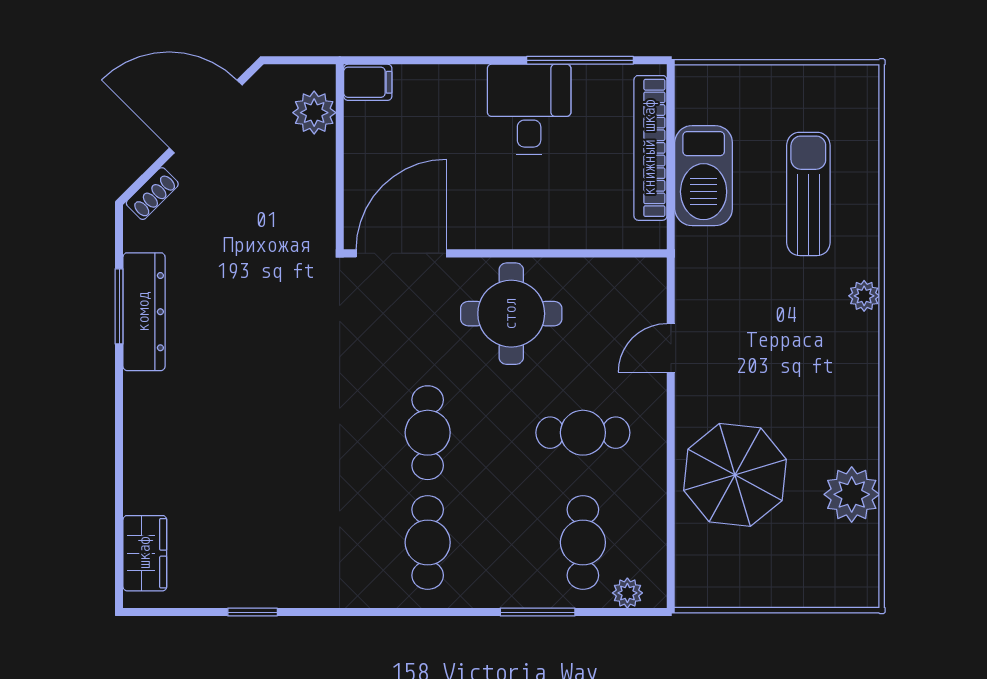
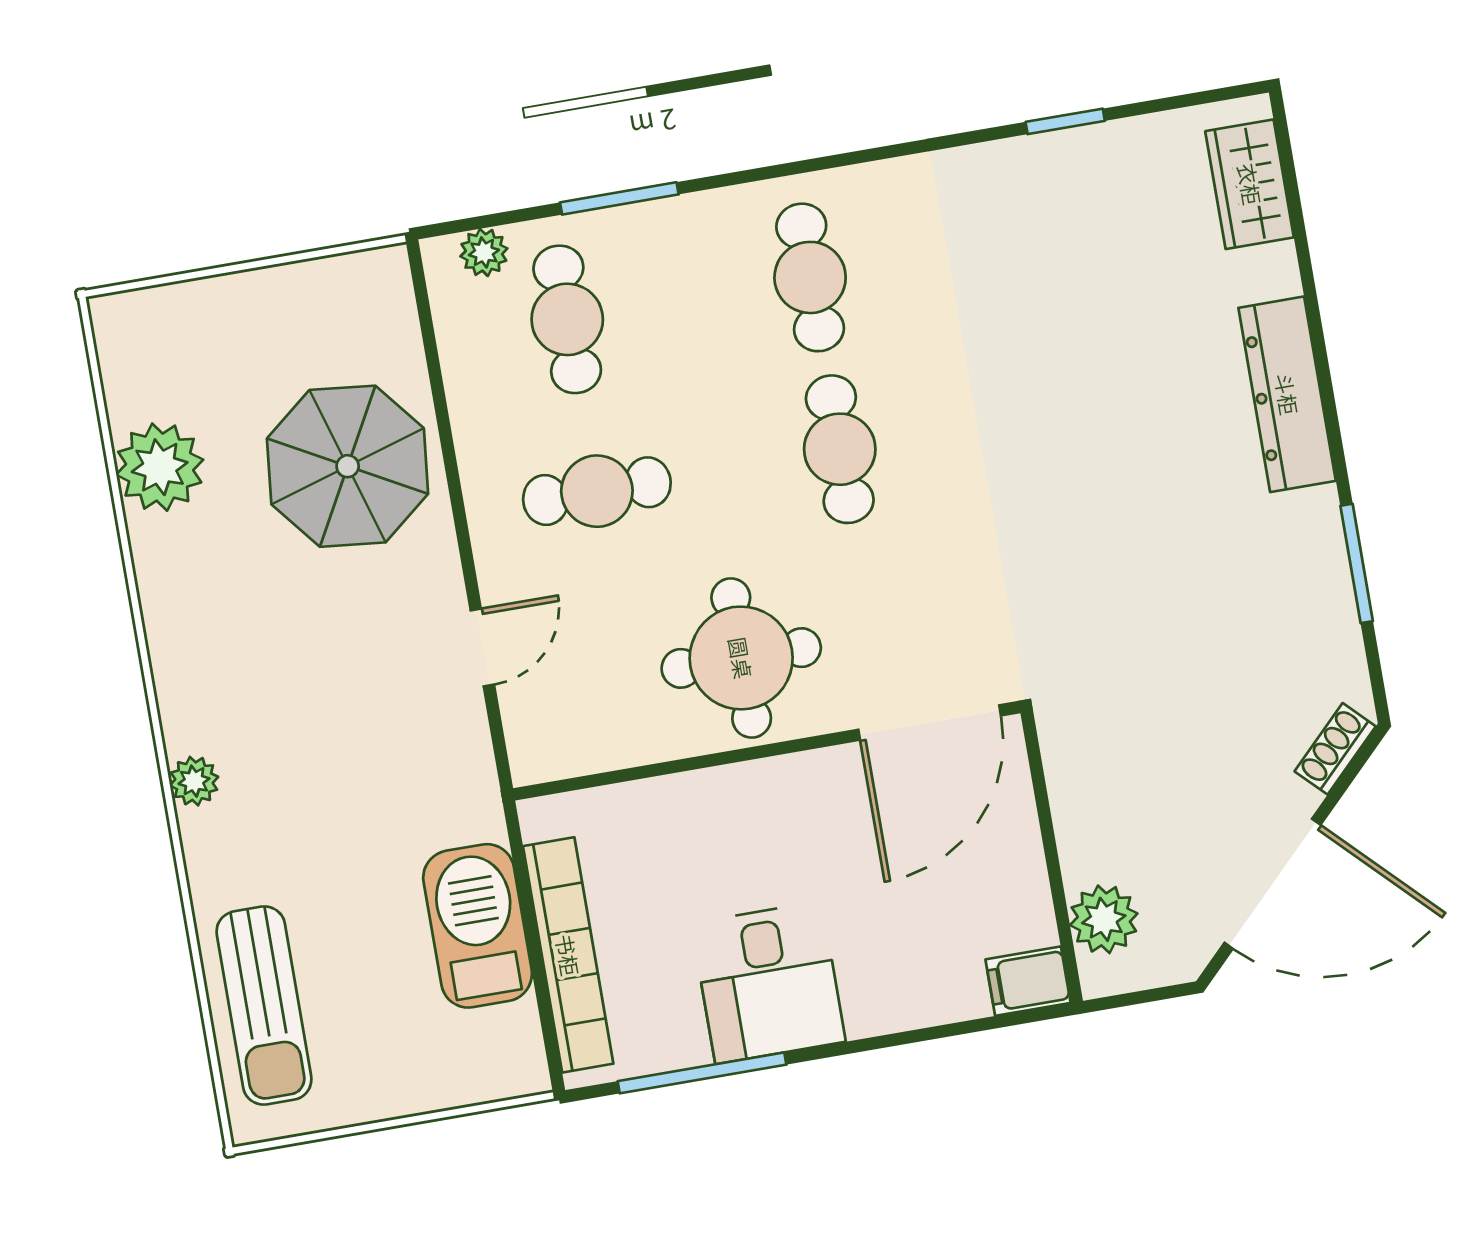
sun lounger: (808, 194) -> (264, 1006), moved
dresser: (144, 312) -> (1287, 394), moved

